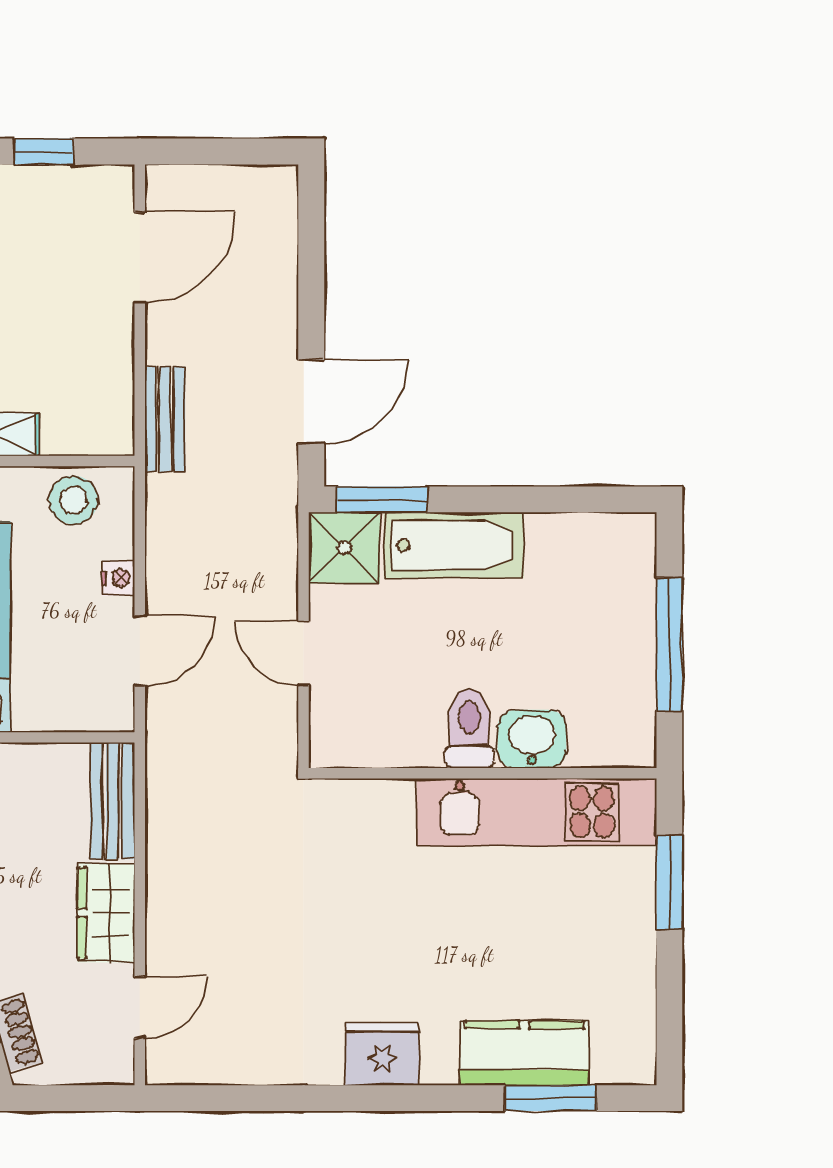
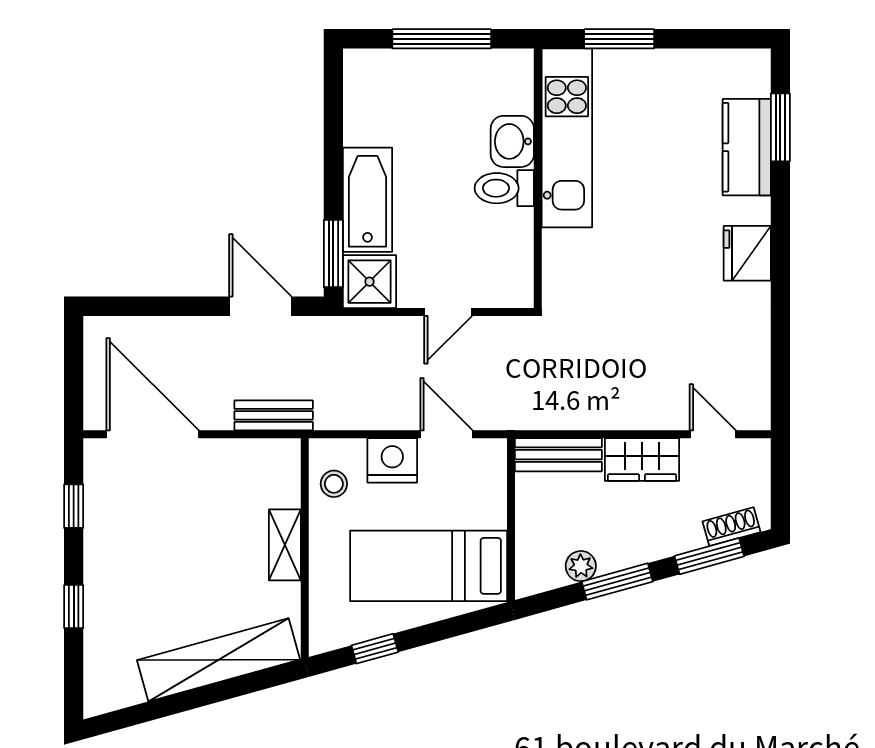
door: (140, 257) -> (153, 434), width x1.36
stool: (73, 500) -> (334, 484), width x0.73, depth x0.73
nightstand: (118, 578) -> (392, 460), width x1.89, depth x1.79

